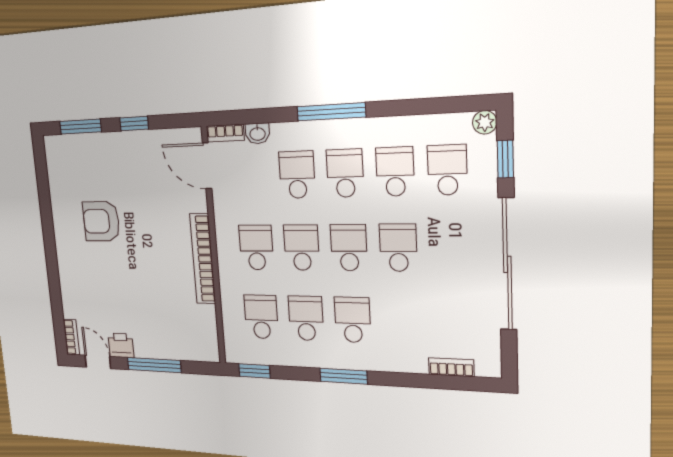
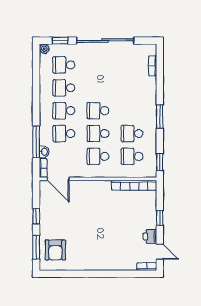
window: (331, 112) -> (36, 142), moved
door: (207, 166) -> (58, 179), hinge flipped
armchair: (101, 221) -> (55, 250), moved
school desk: (398, 248) -> (98, 88), removed
bookcase: (203, 259) -> (134, 185), moved
school desk: (353, 320) -> (132, 111), removed
door: (98, 362) -> (160, 252), swing flipped
window: (154, 365) -> (160, 218), width x0.46

